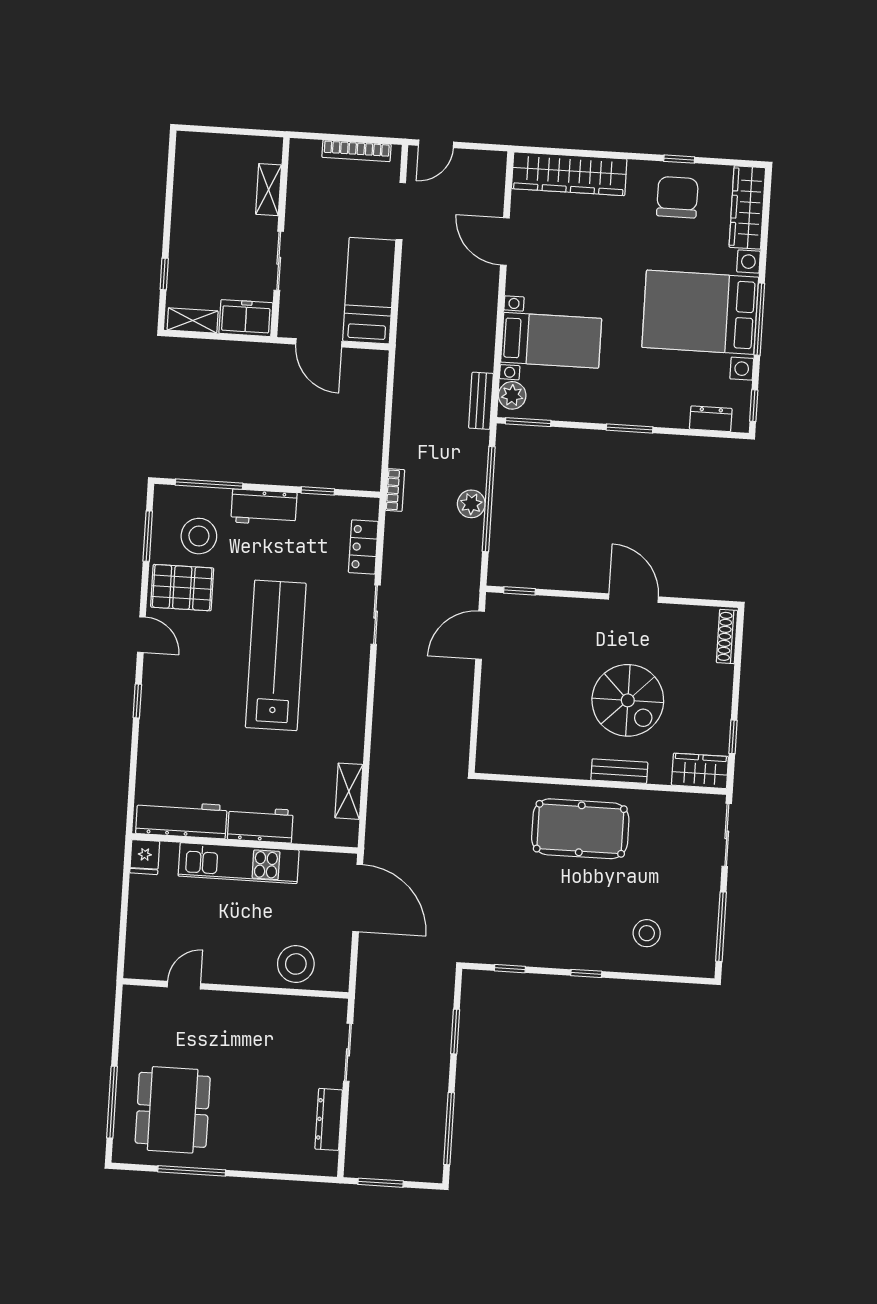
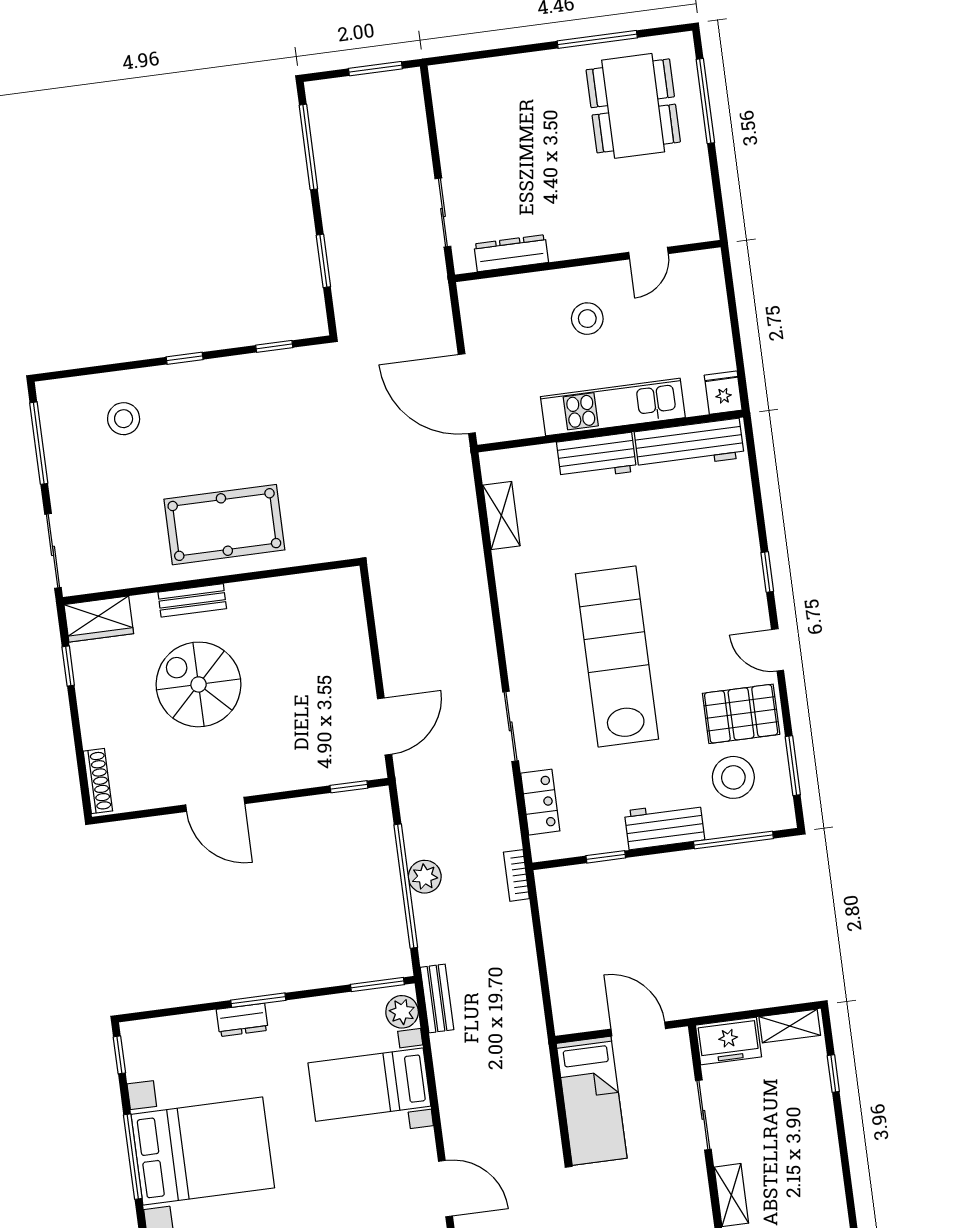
dresser: (711, 419) -> (242, 1020), moved
lab bench: (276, 655) -> (617, 656), turned 180
stool: (296, 964) -> (587, 319), moved, width x0.73, depth x0.73
dresser: (329, 1119) -> (511, 253), moved, turned -90

